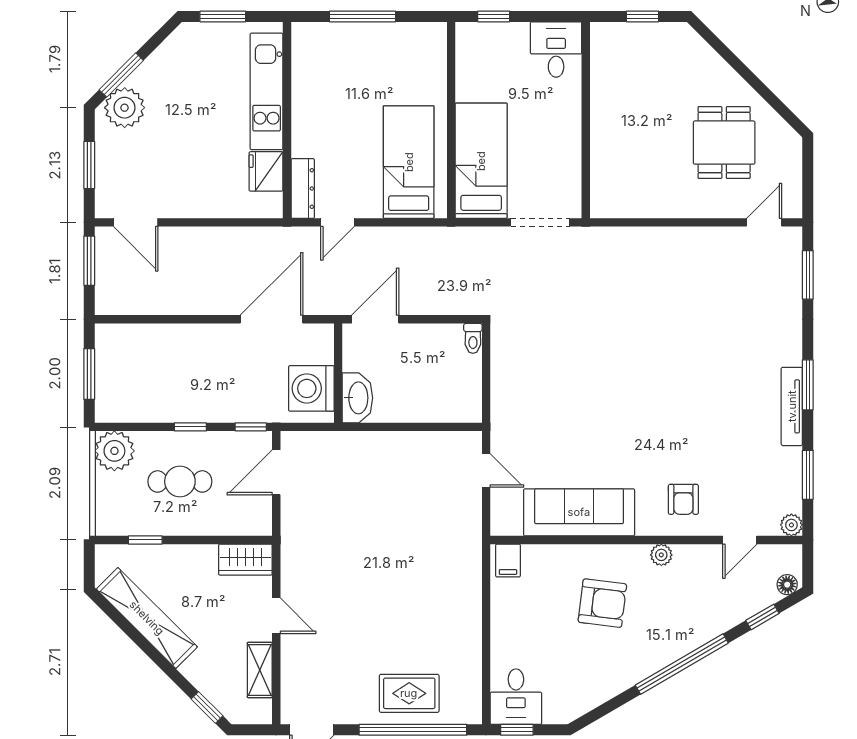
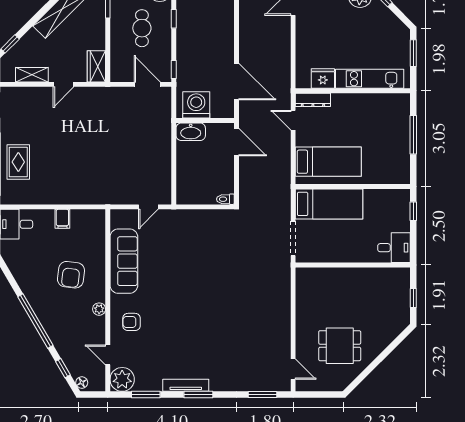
window: (190, 427) -> (174, 19), moved
plant: (791, 525) -> (122, 379), width x1.87, depth x1.87
filing cabinet: (508, 560) -> (62, 219), moved, turned -90

